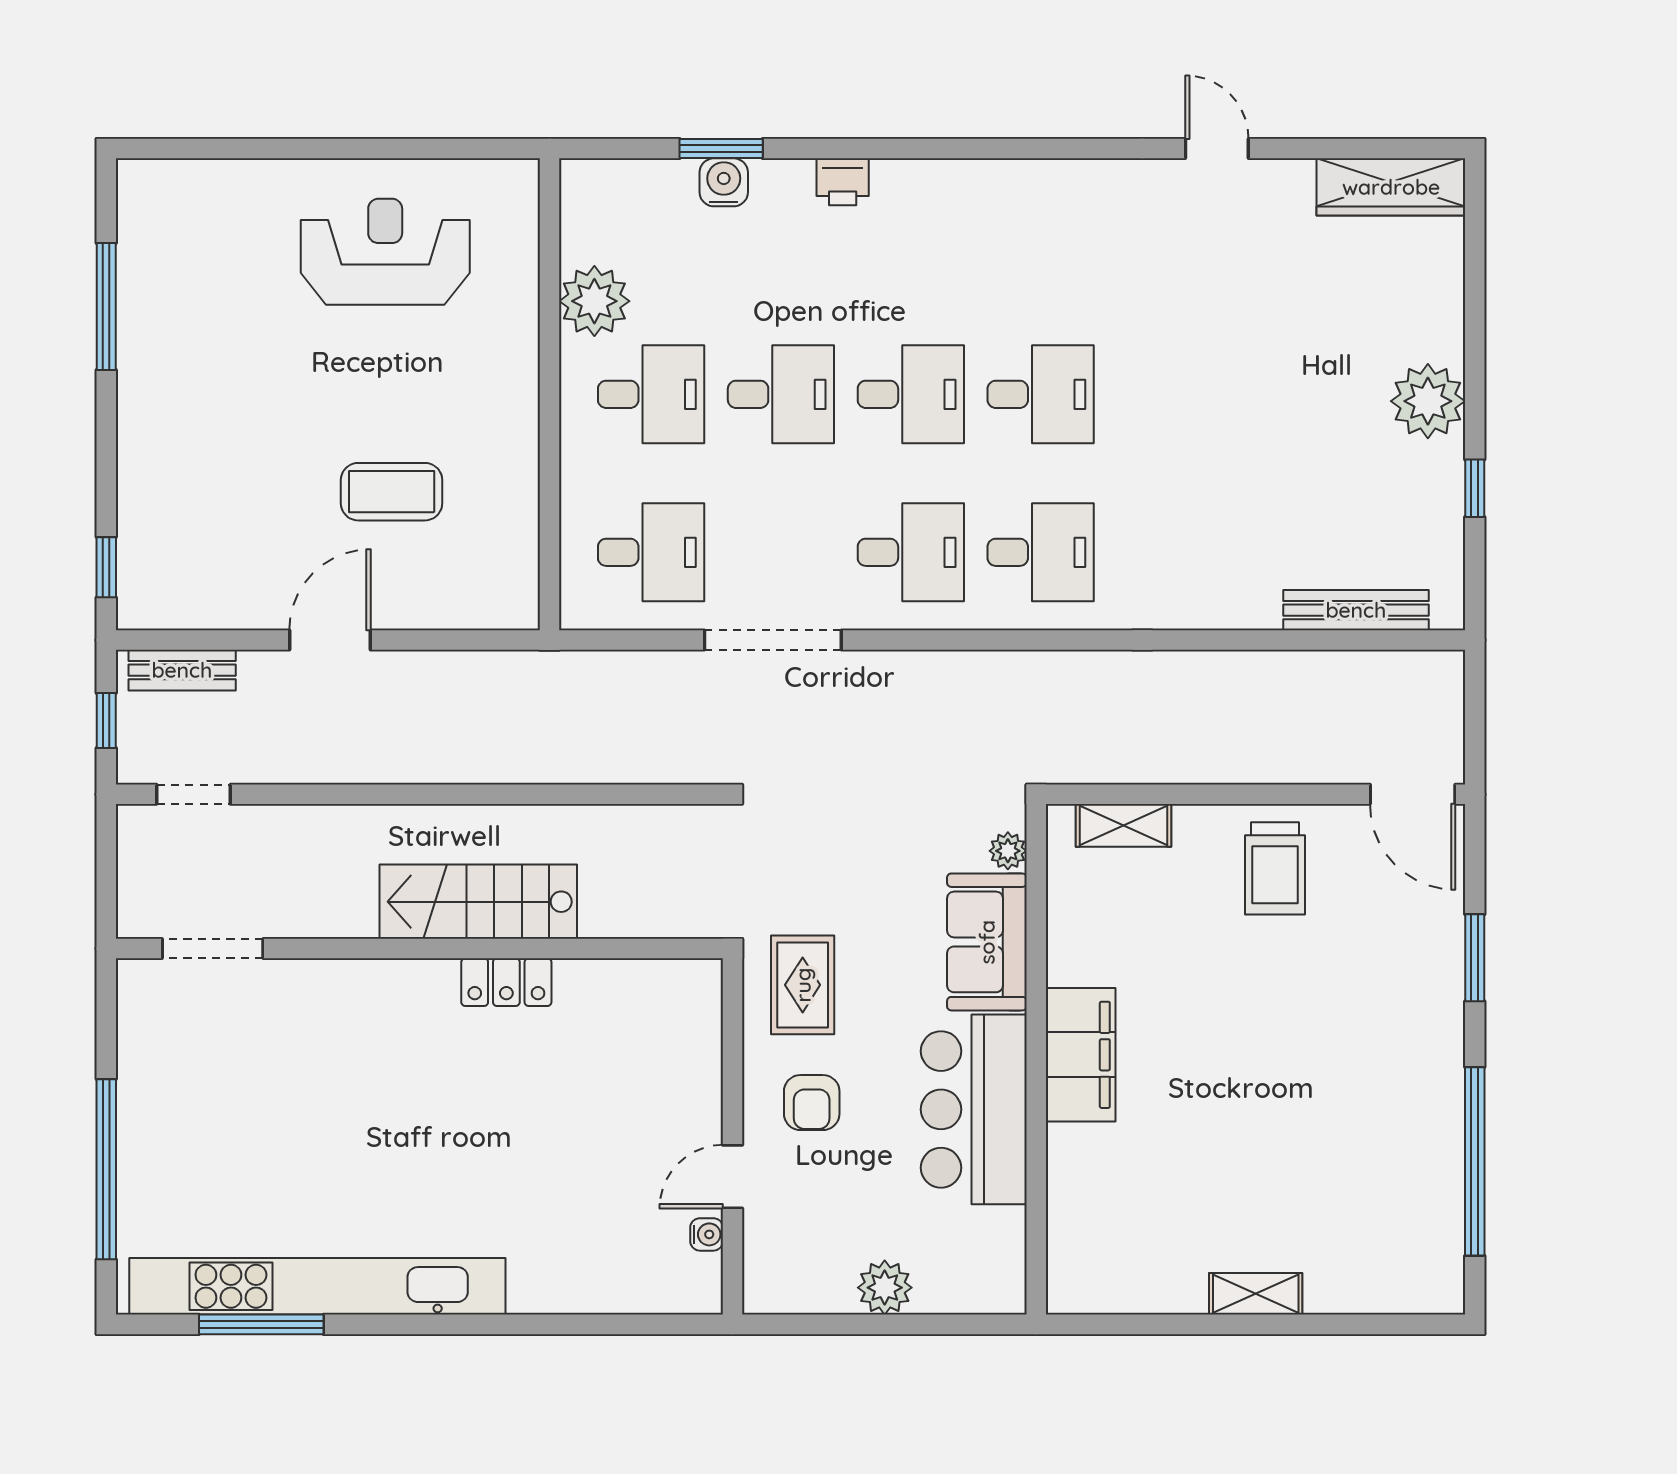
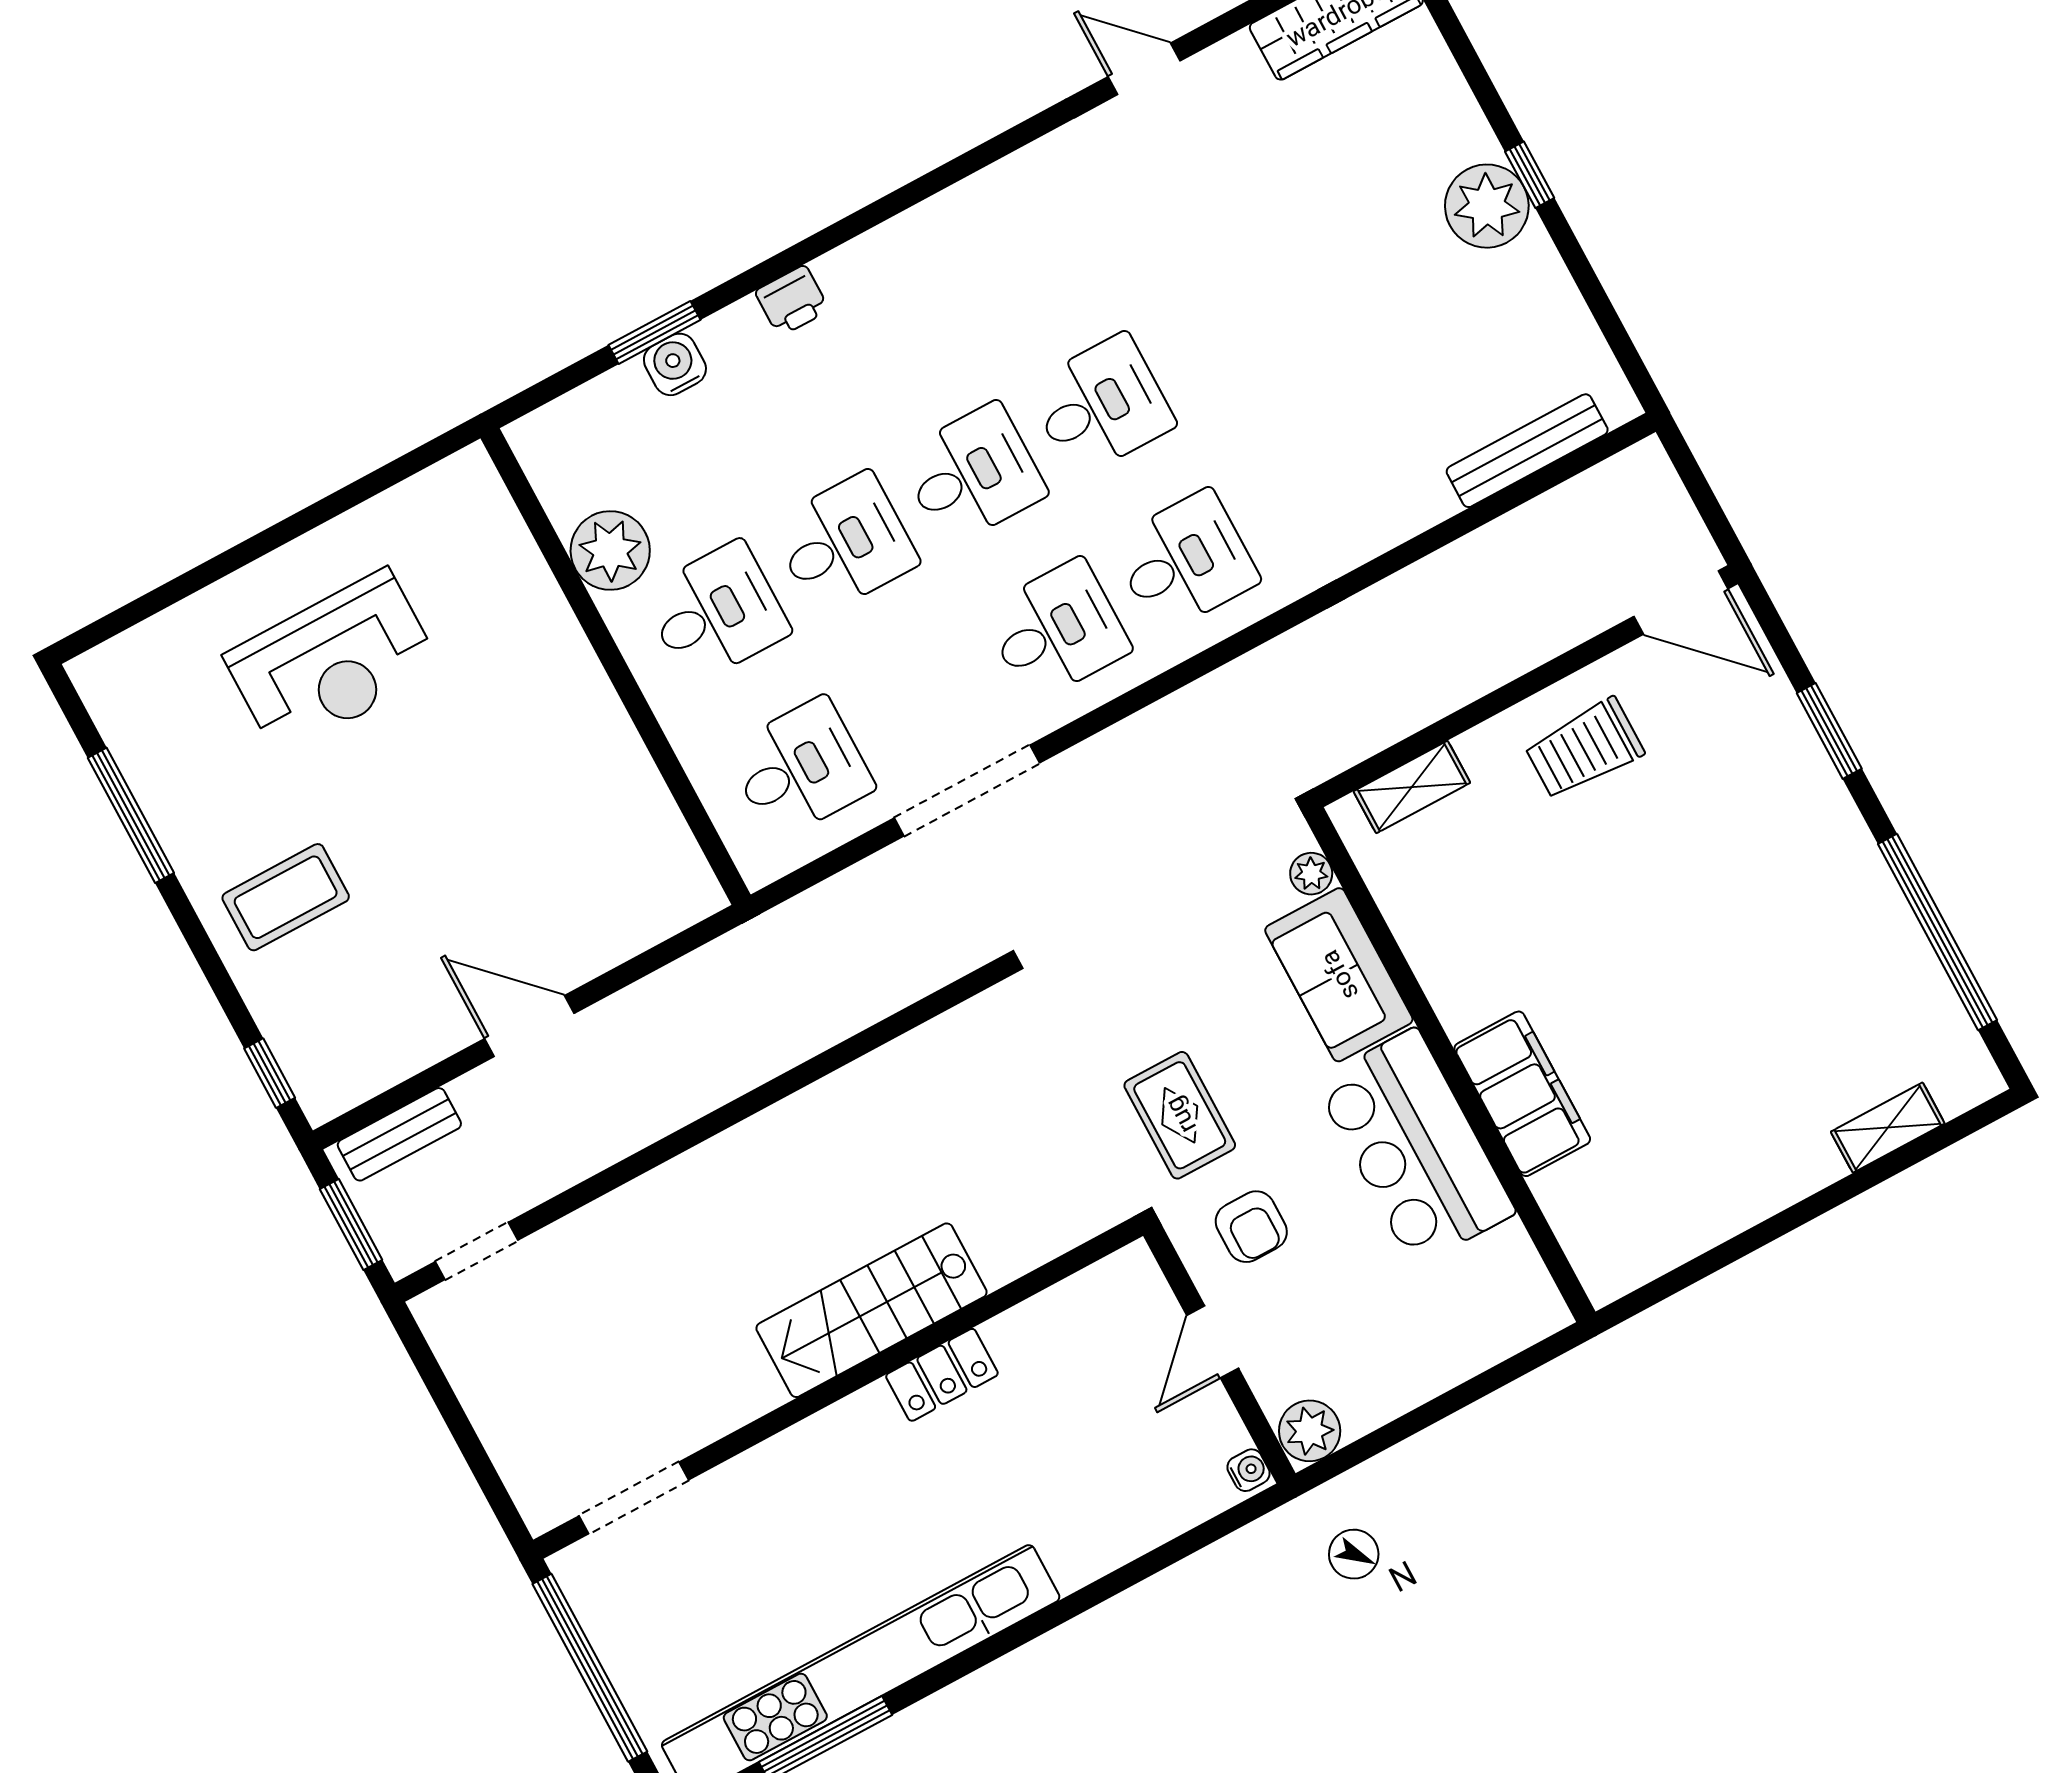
reception desk: (385, 252) -> (333, 662), moved, turned 180
window: (1475, 488) -> (1530, 175), moved
coffee table: (392, 492) -> (286, 897), moved
door: (330, 640) -> (529, 1026), hinge flipped
window: (106, 720) -> (351, 1224), width x1.50
trolley: (1275, 868) -> (1584, 749), turned 90
stairs: (478, 902) -> (871, 1310), moved
doorway: (213, 949) -> (634, 1498), moved
wall: (419, 949) -> (838, 1388), moved
locker: (506, 982) -> (942, 1375), moved
filing cabinet: (1081, 1055) -> (1522, 1094), moved
water cooler: (707, 1234) -> (1249, 1470), moved
plant: (885, 1288) -> (1310, 1431), moved
shelving: (1256, 1294) -> (1888, 1128), moved

